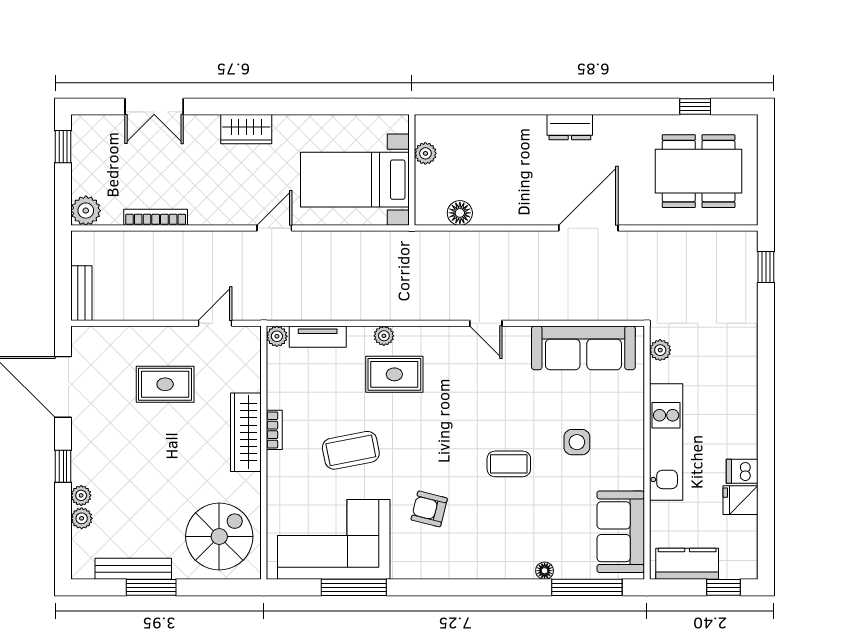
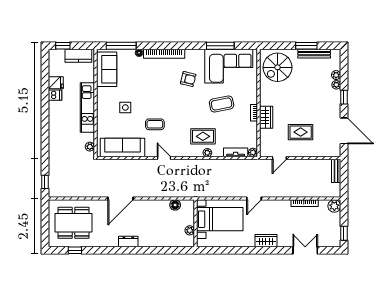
wardrobe: (246, 432) -> (266, 117), width x0.67
coffee table: (509, 464) -> (155, 124), moved
bookcase: (486, 569) -> (164, 54), added

